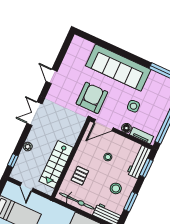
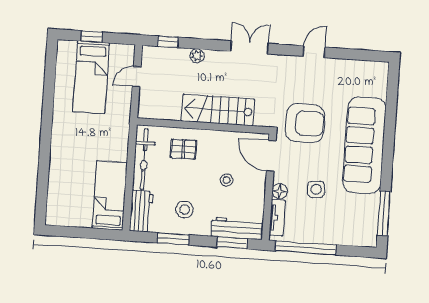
stairs: (56, 164) -> (218, 110), moved

